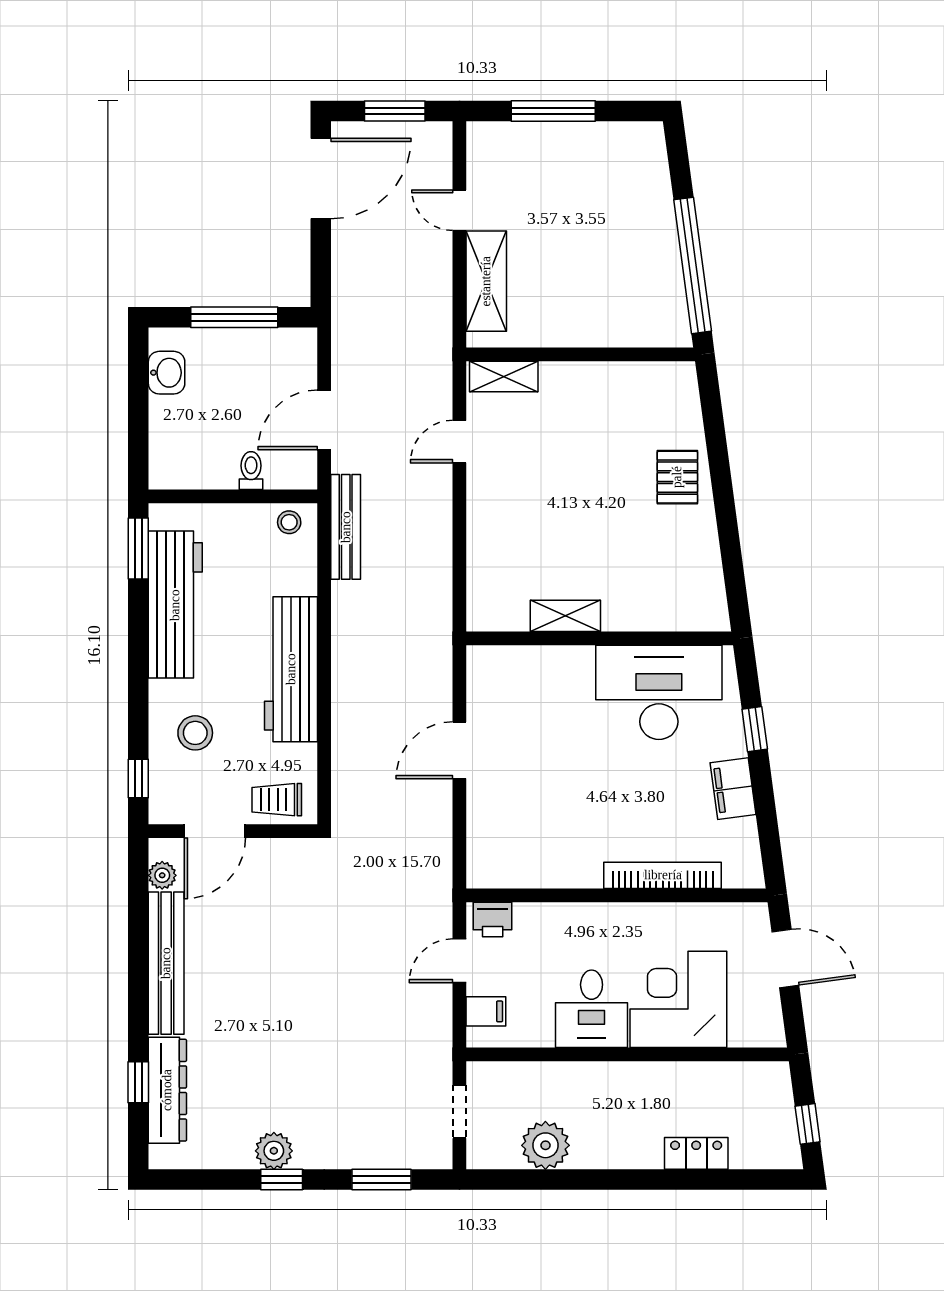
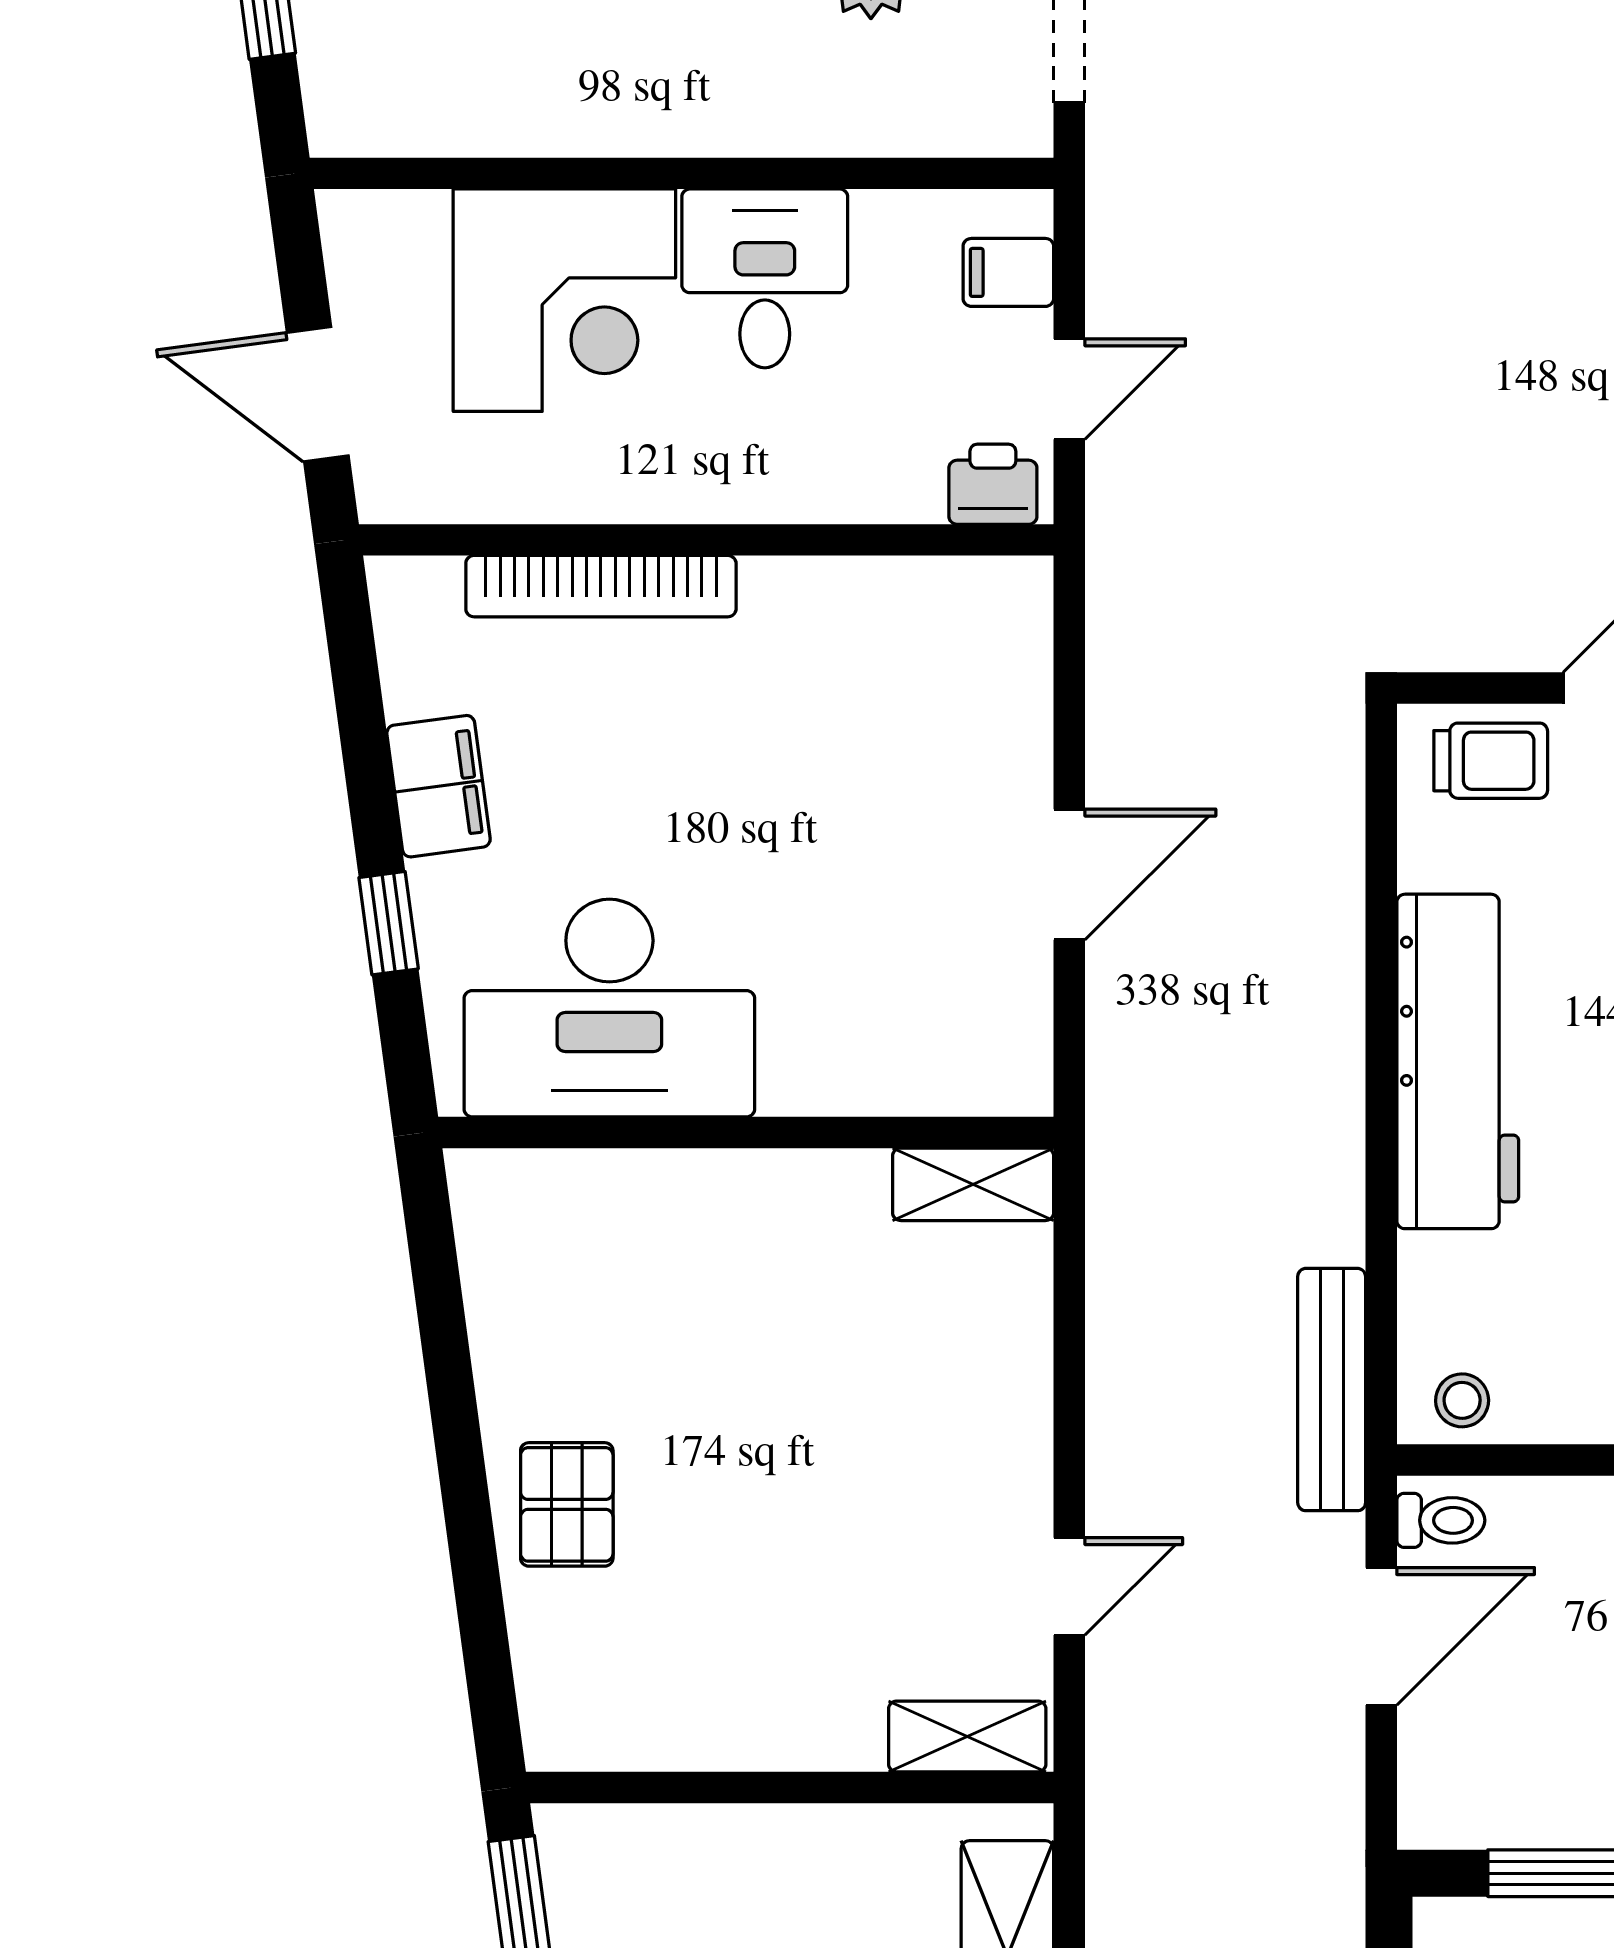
toilet: (251, 471) -> (1441, 1520), moved, turned -90
shelving: (565, 616) -> (973, 1184), moved

